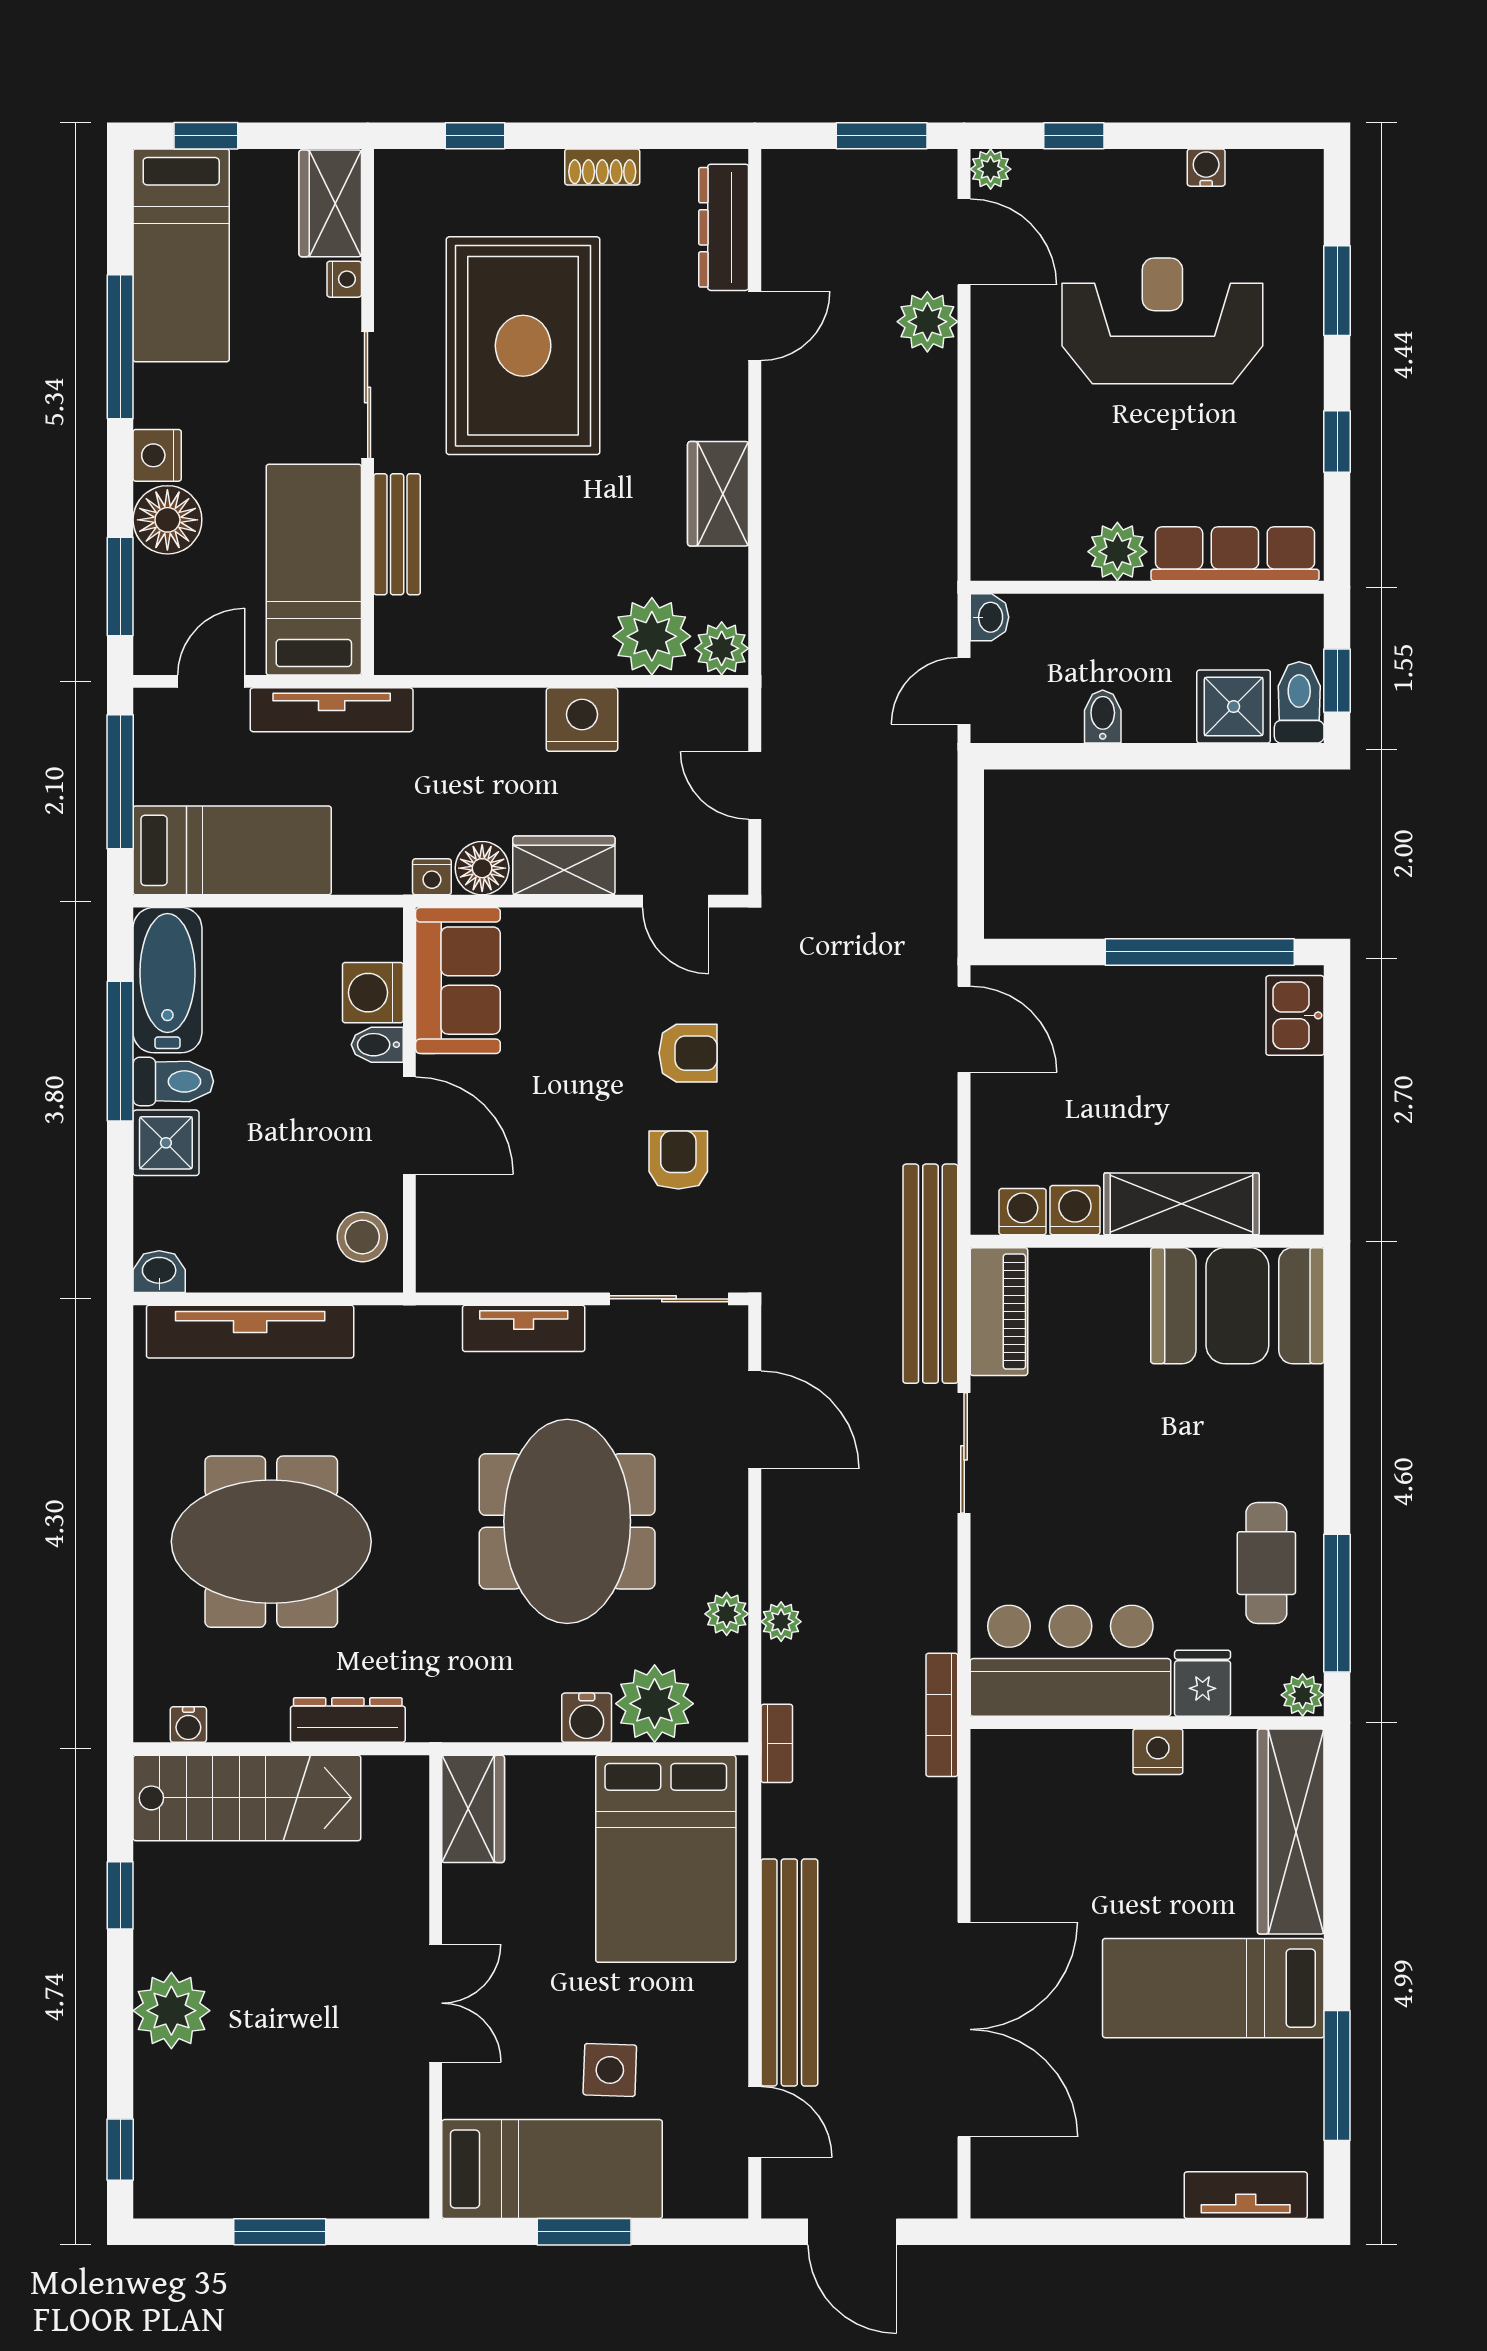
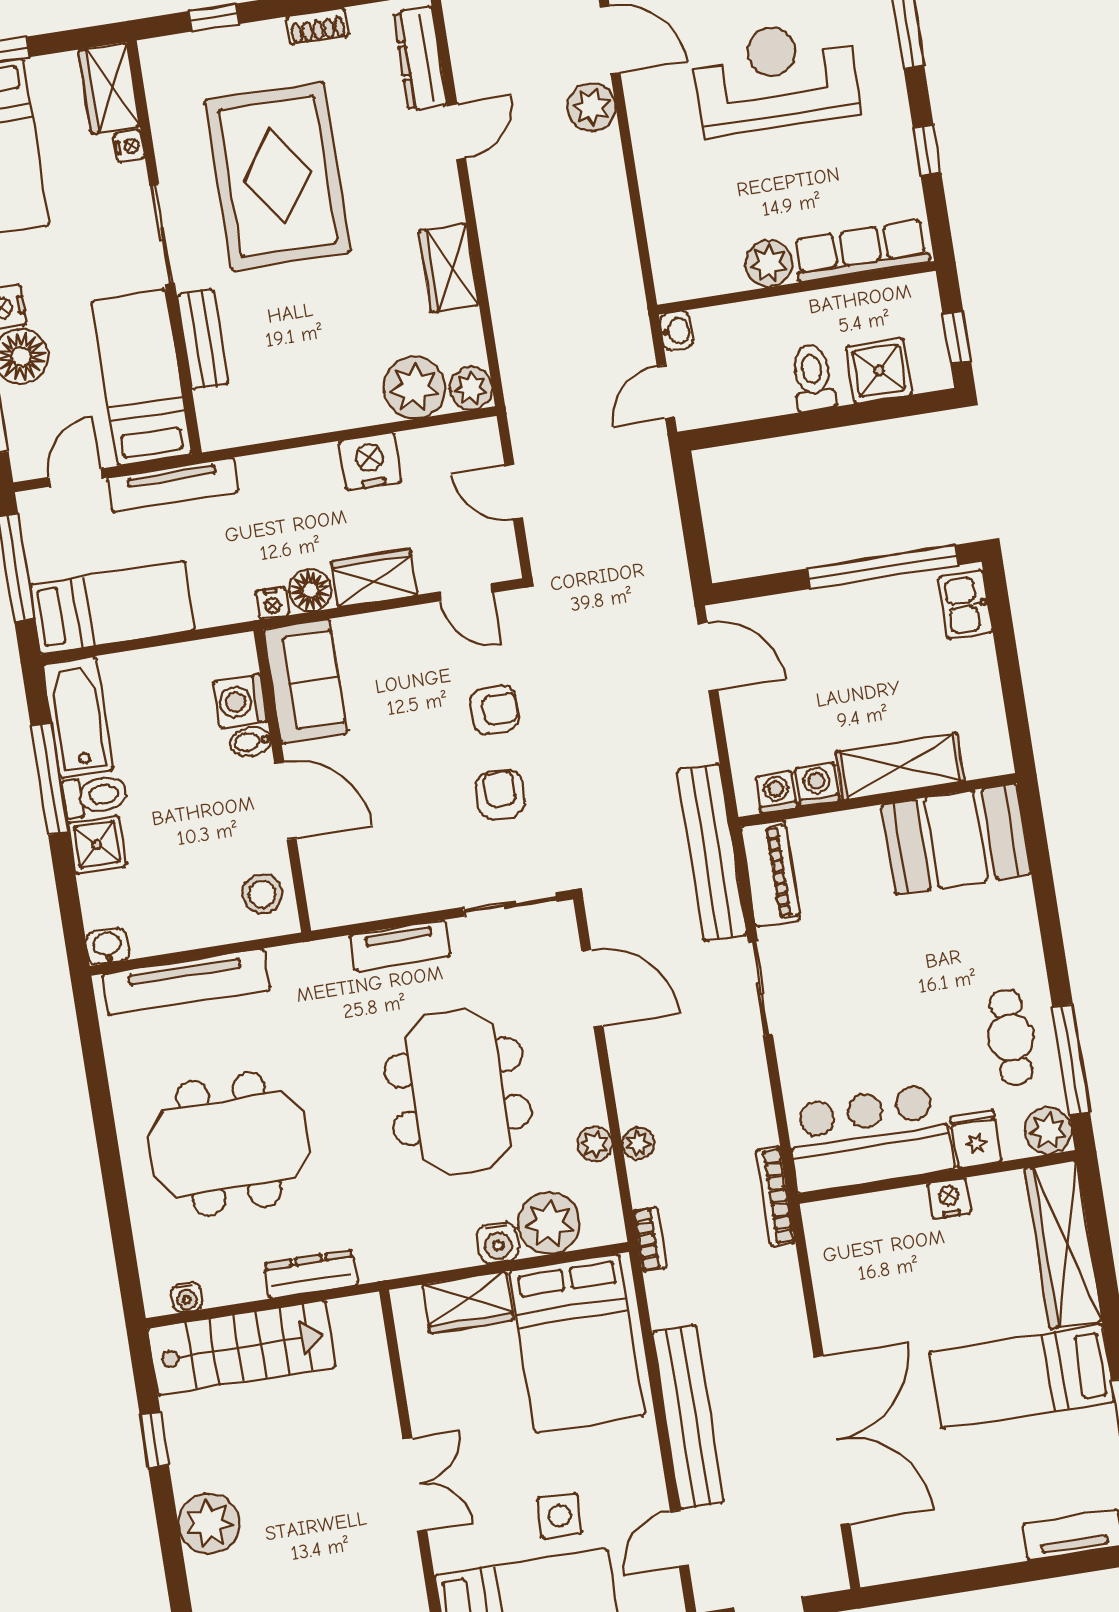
toilet: (1299, 702) -> (813, 378), moved
bidet: (1103, 717) -> (778, 395), removed
plant: (1303, 1695) -> (1048, 1131), width x1.38, depth x1.38
wardrobe: (473, 1809) -> (468, 1302), moved, turned 90
door: (755, 2122) -> (679, 1538), swing flipped

